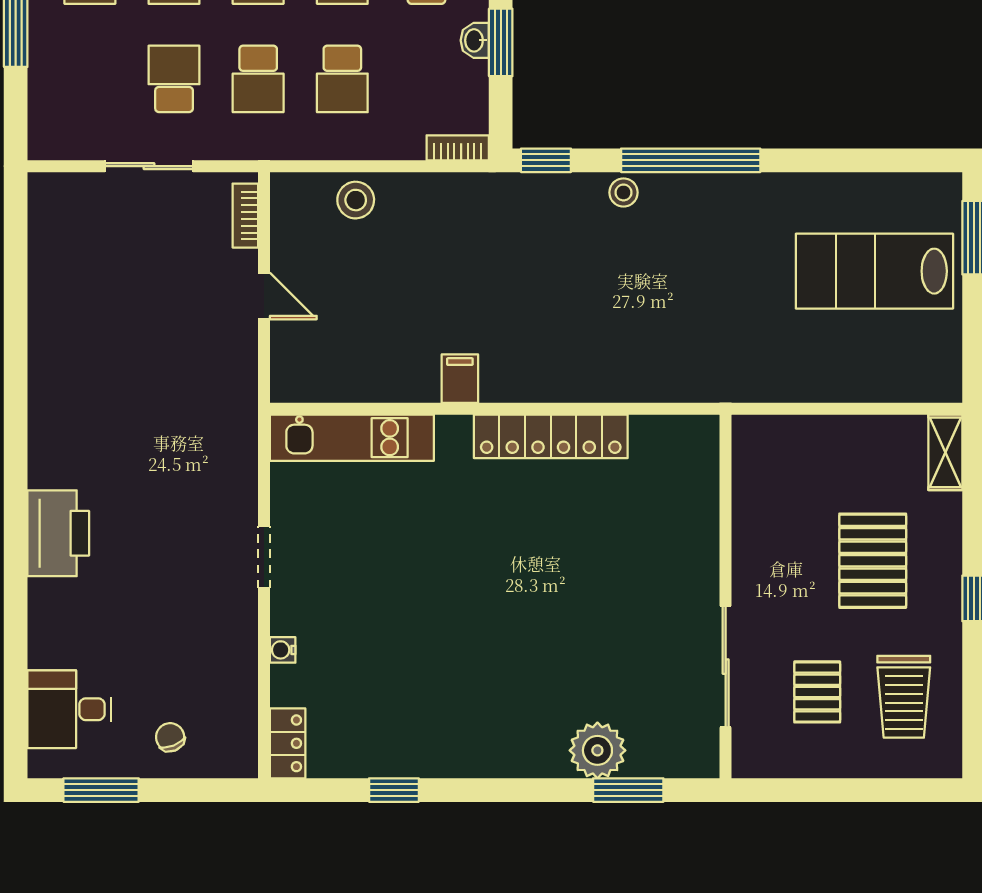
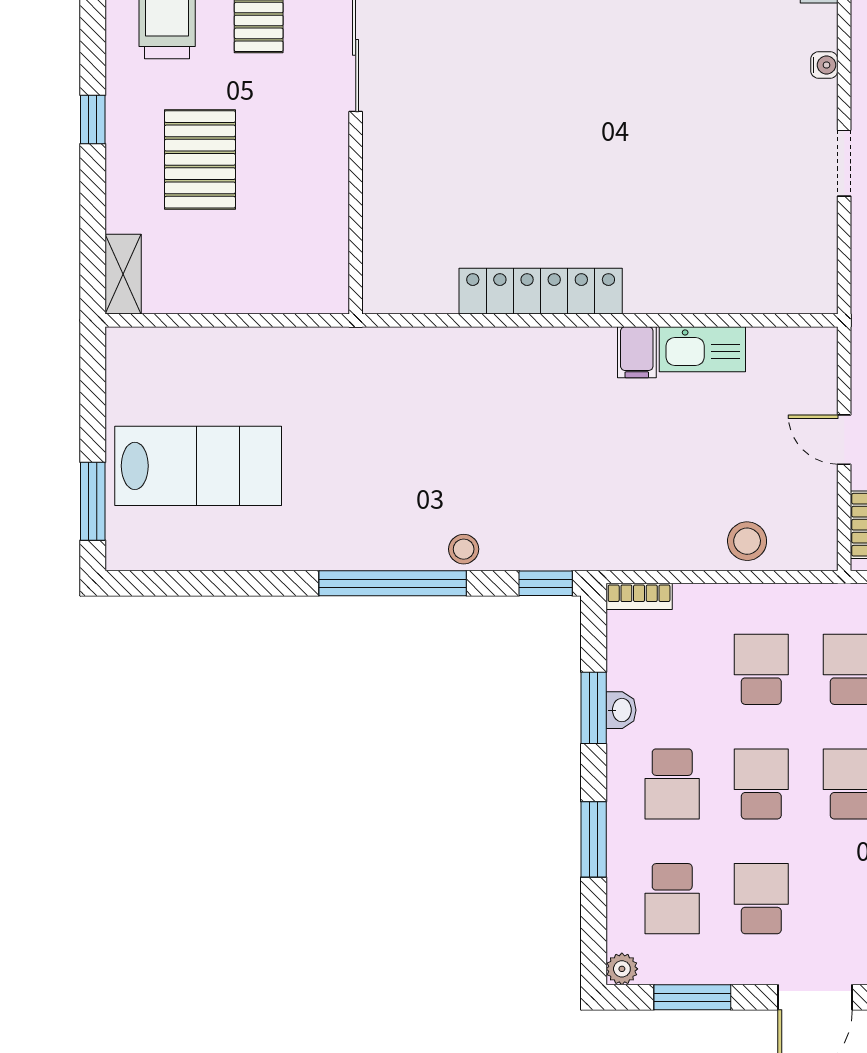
kitchen sink: (398, 381) -> (702, 349), added
kitchen unit: (352, 438) -> (751, 290), removed

